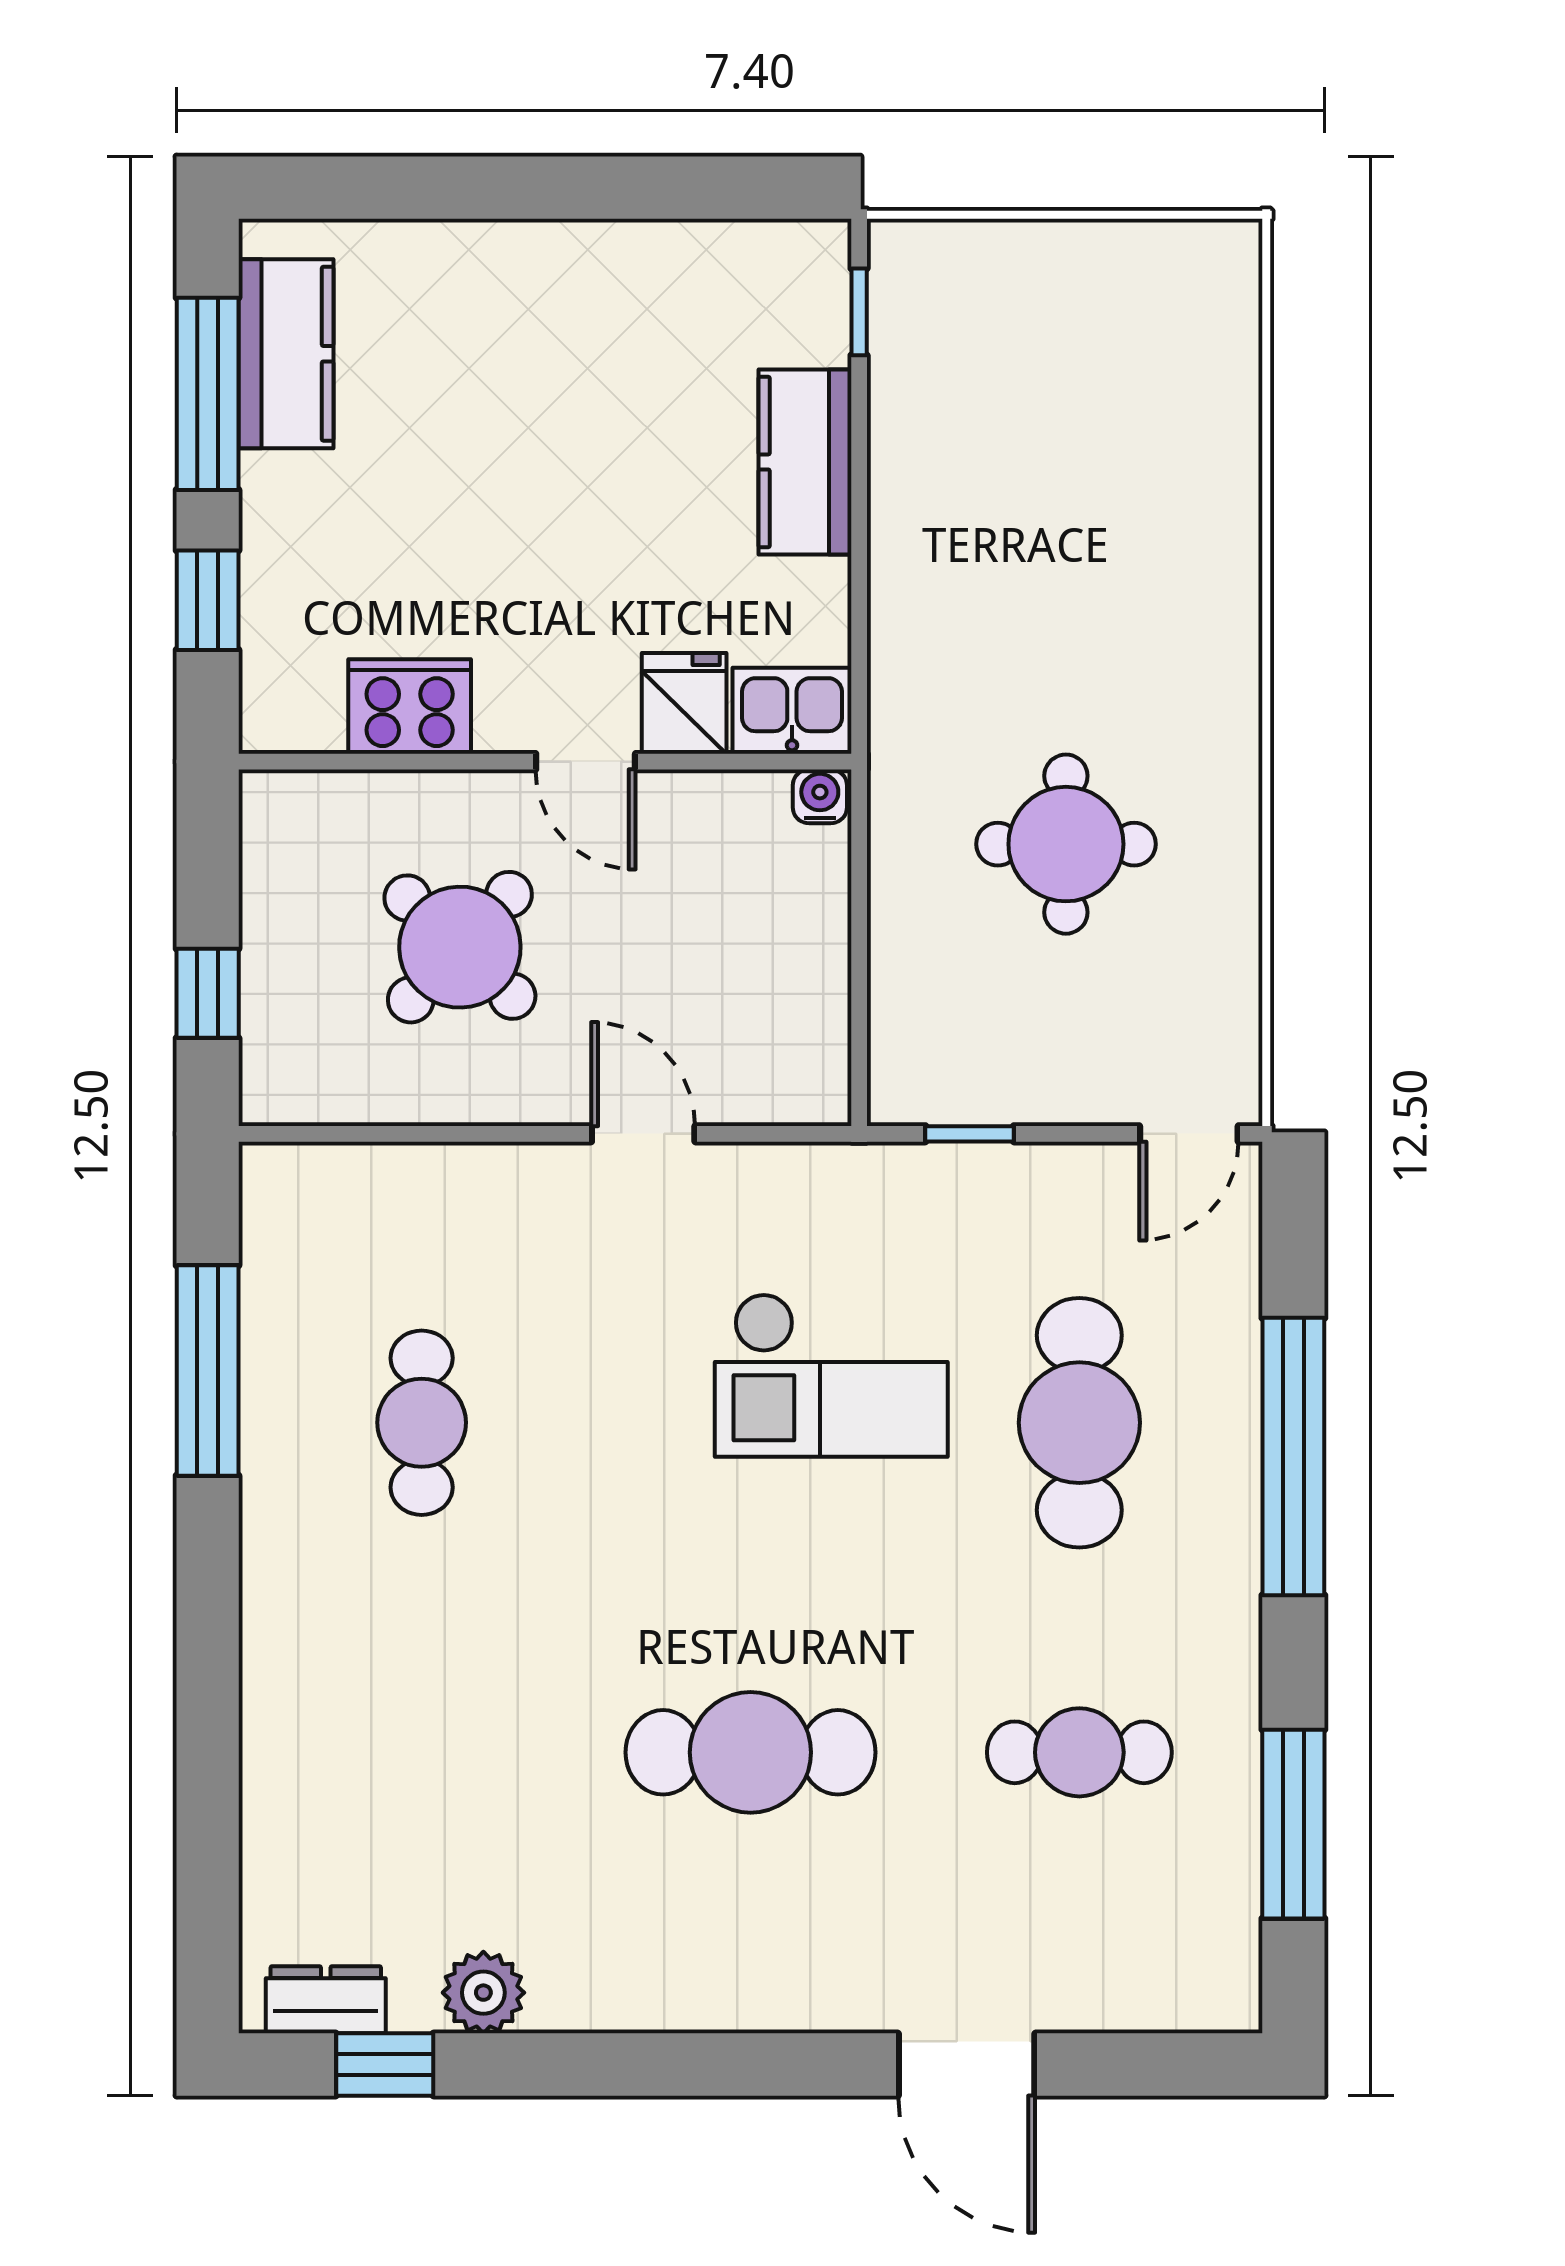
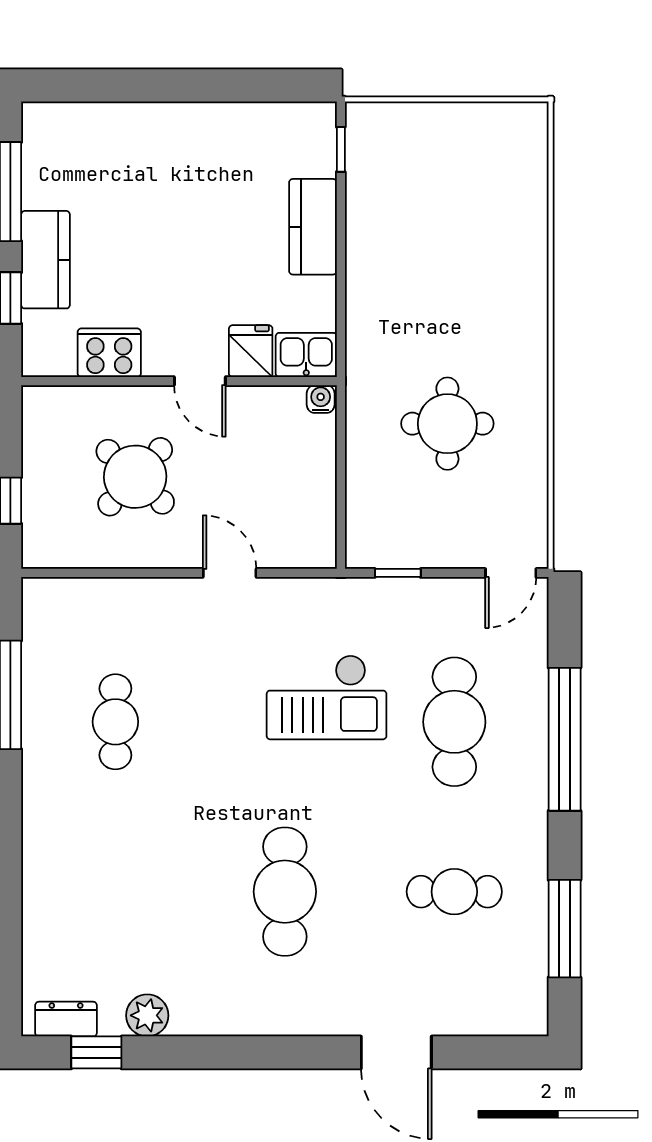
kitchen counter: (286, 354) -> (46, 260), moved
cafe table: (750, 1752) -> (285, 892), turned 90

